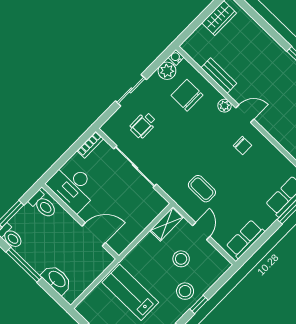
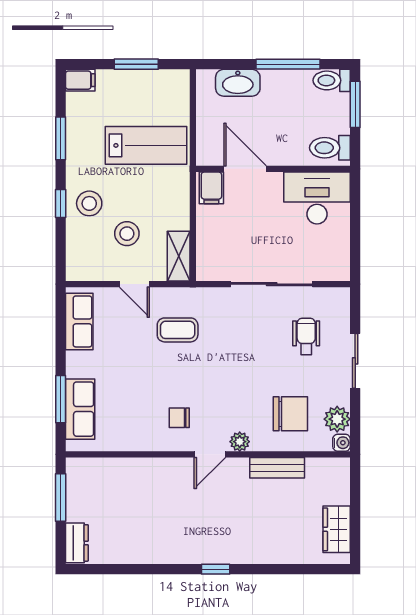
bookcase: (90, 145) -> (342, 261), removed
door: (94, 234) -> (245, 169), swing flipped
filing cabinet: (119, 241) -> (211, 188), added

